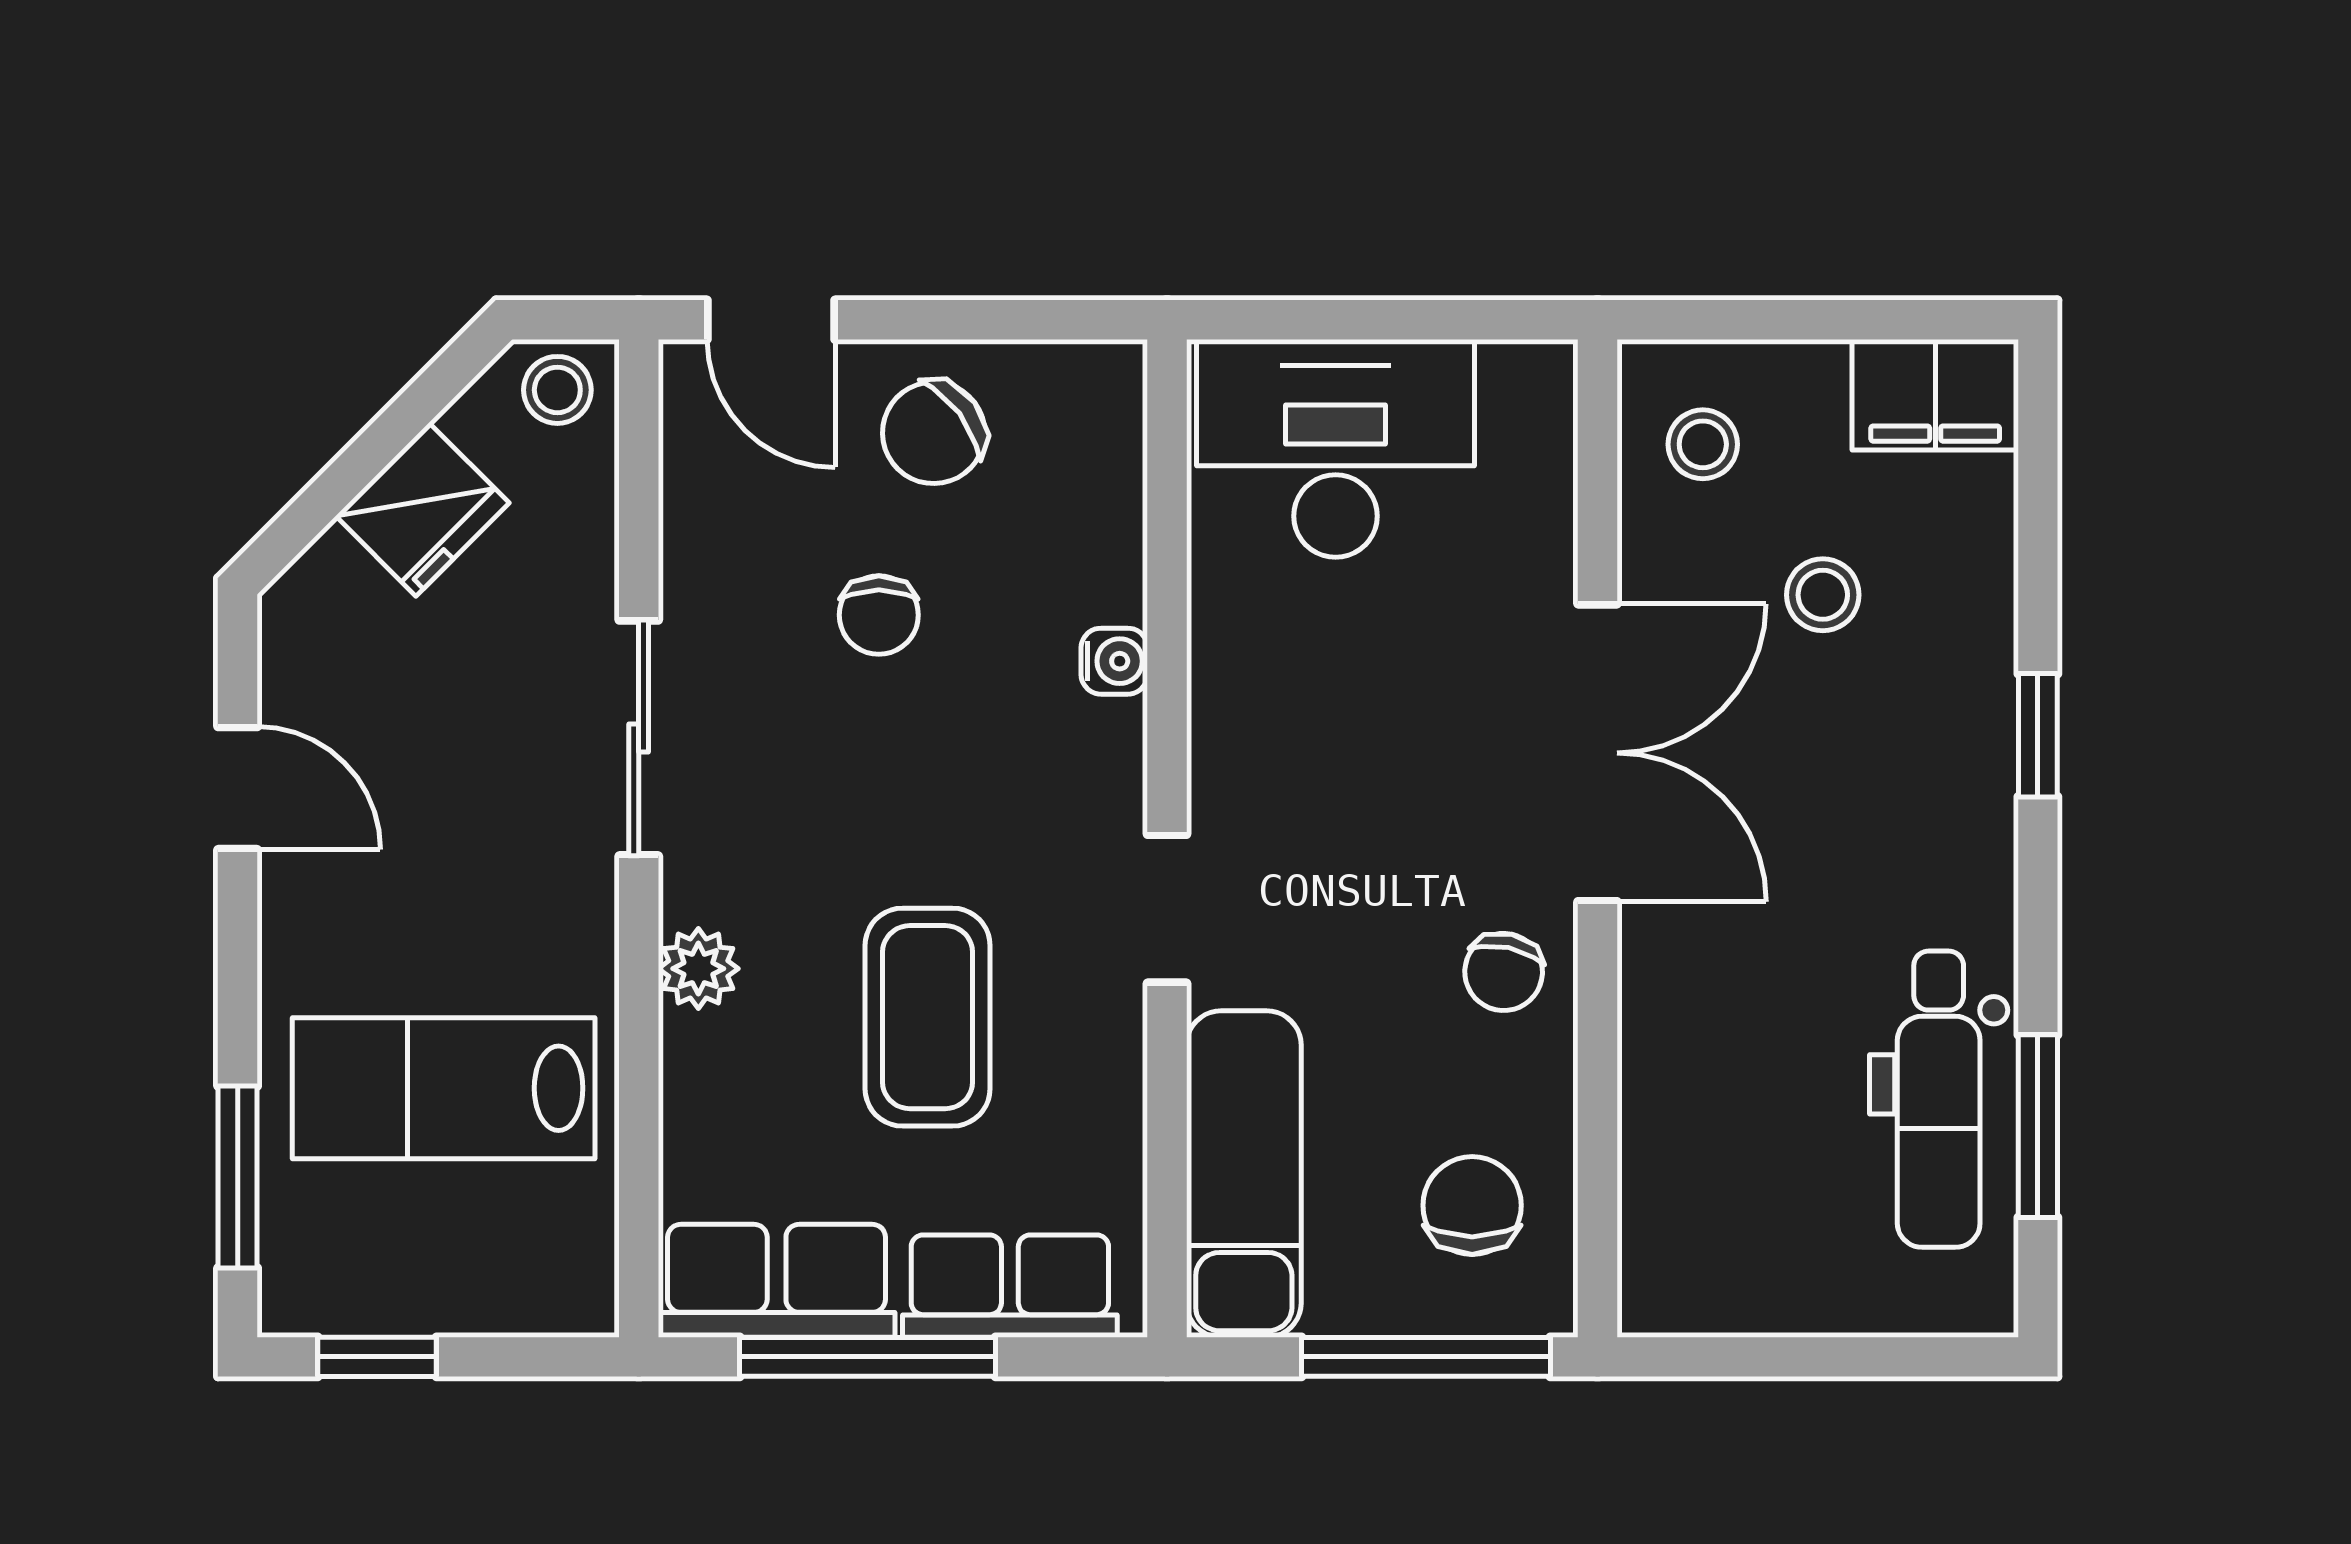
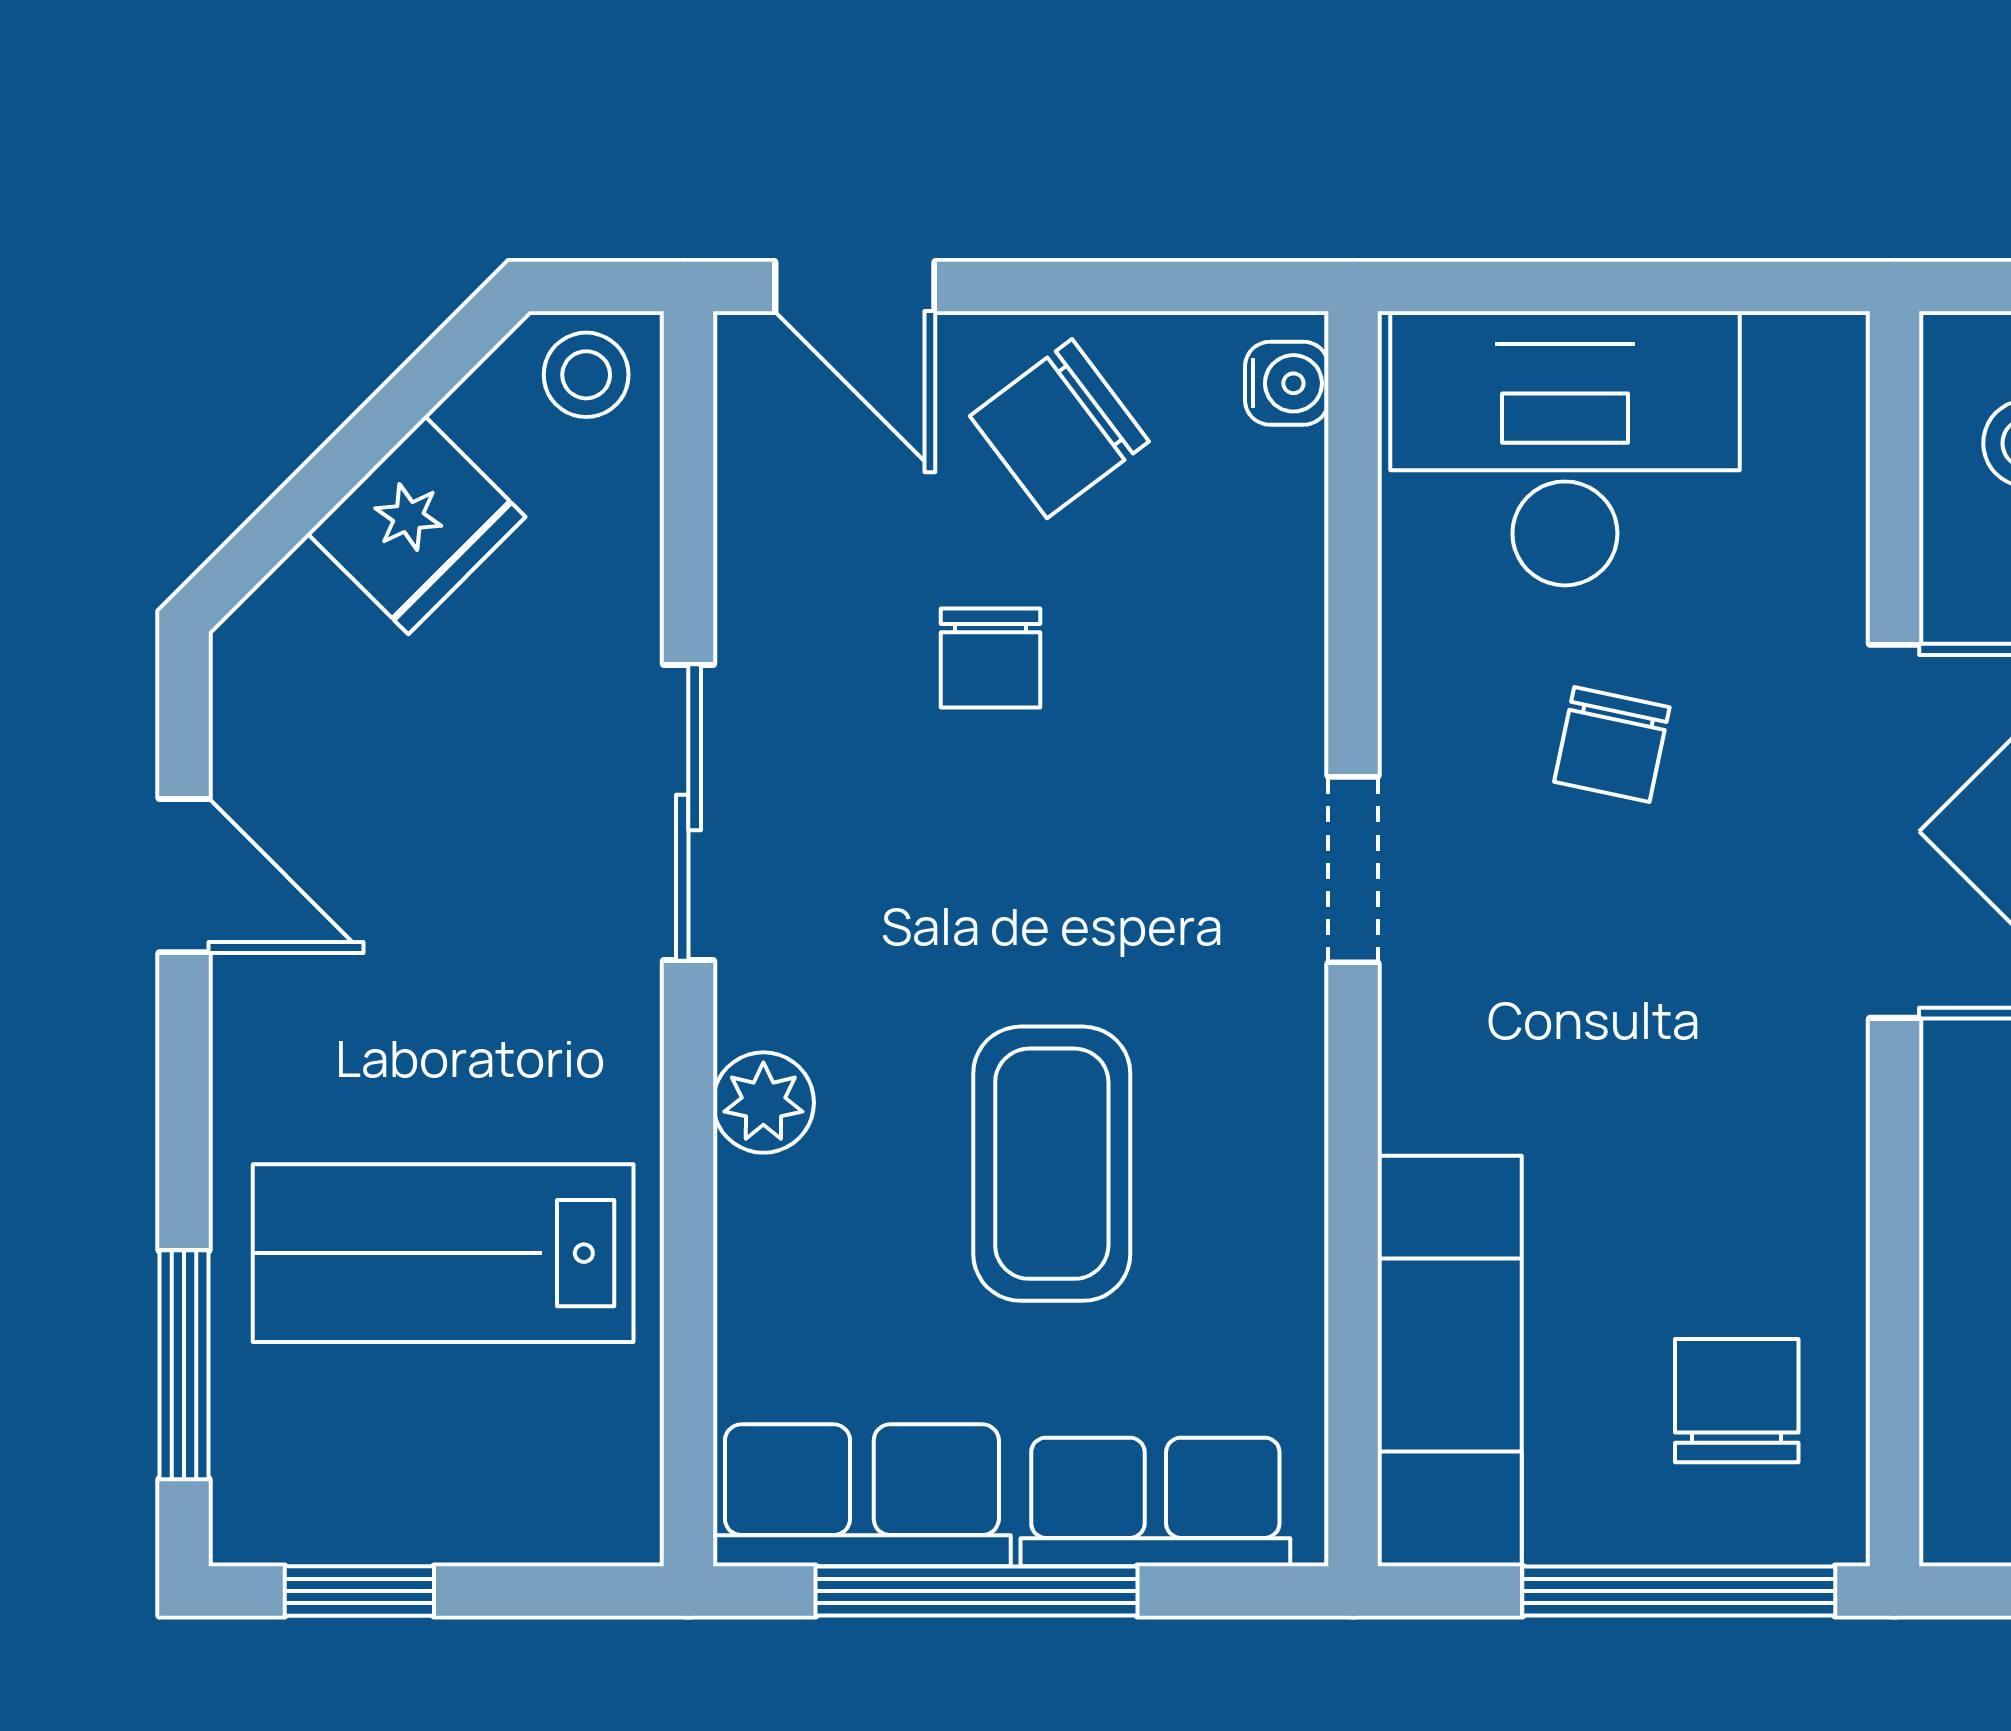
water cooler: (1114, 661) -> (1287, 383), moved
doorway: (1167, 909) -> (1353, 870), moved
chair: (1504, 972) -> (1612, 744), moved

